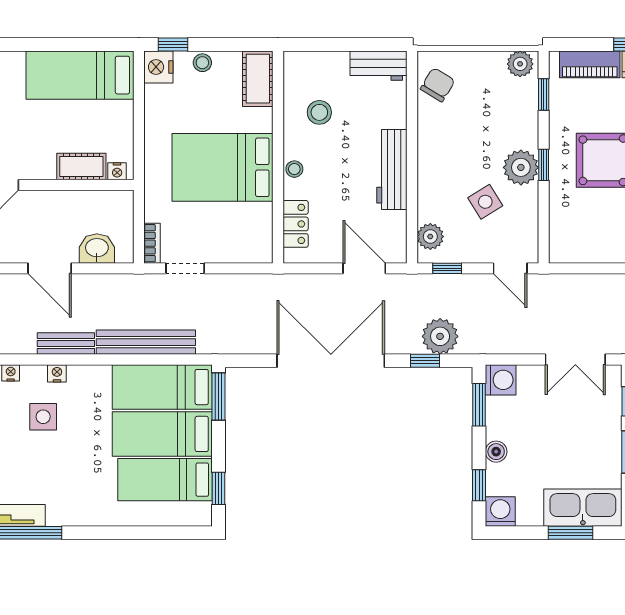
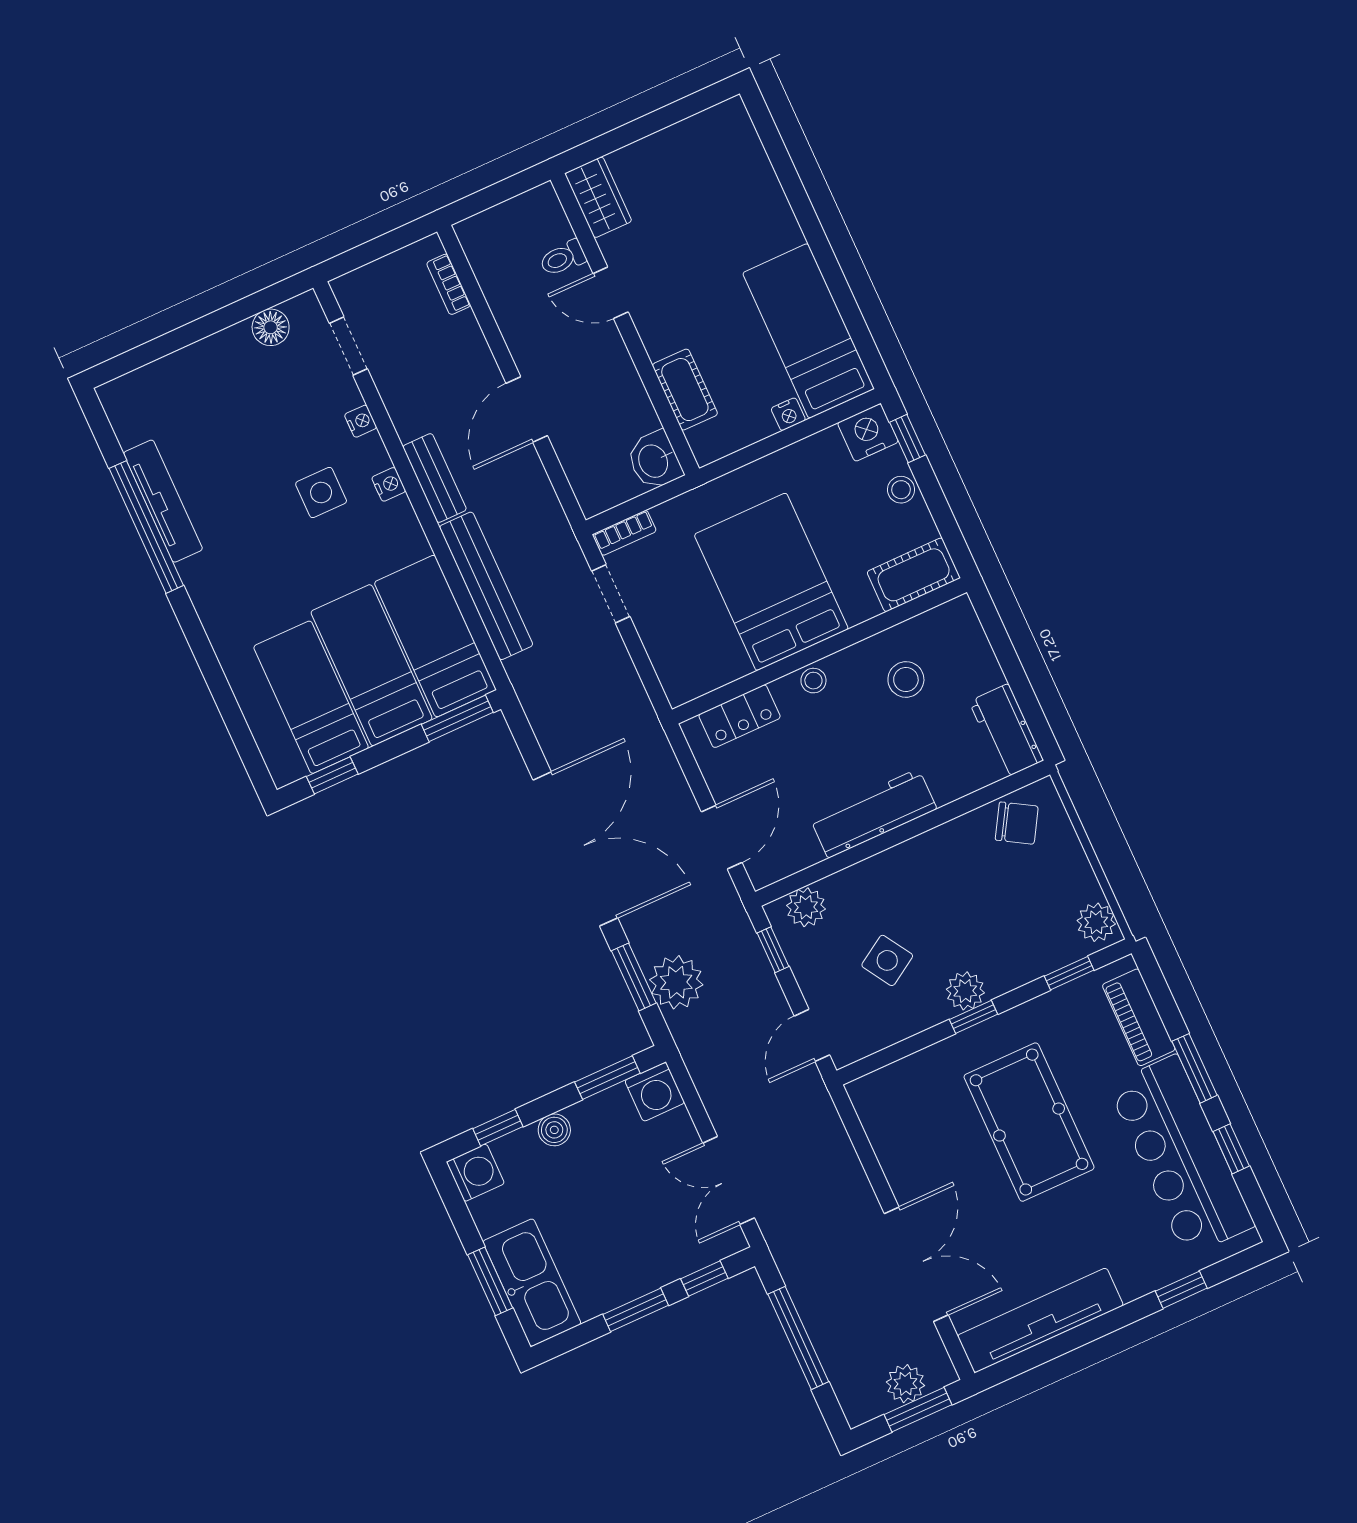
plant: (521, 167) -> (965, 991), width x0.73, depth x0.73
nightstand: (117, 171) -> (788, 414), moved, turned -90
washbasin: (97, 248) -> (654, 461), moved, turned 180
window: (425, 361) -> (634, 977), width x1.50

